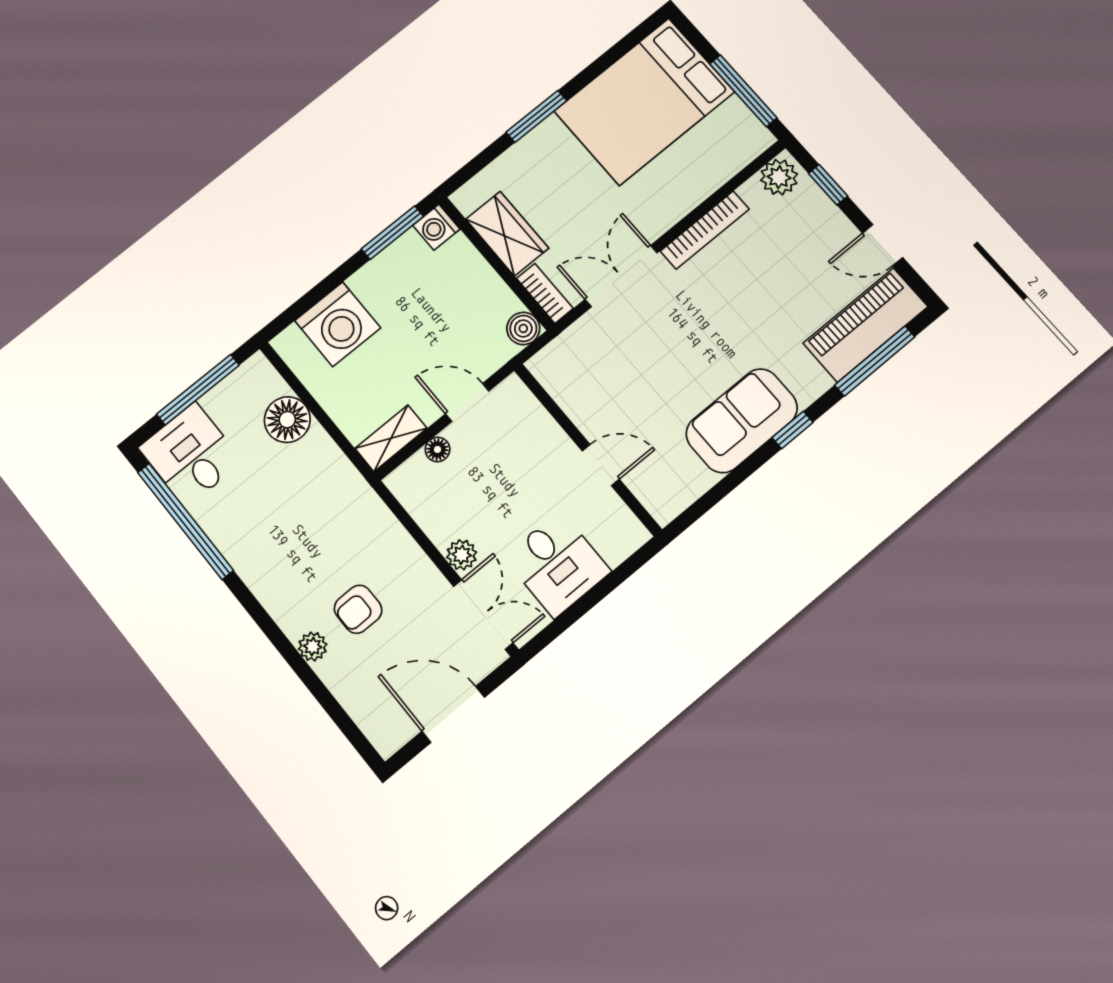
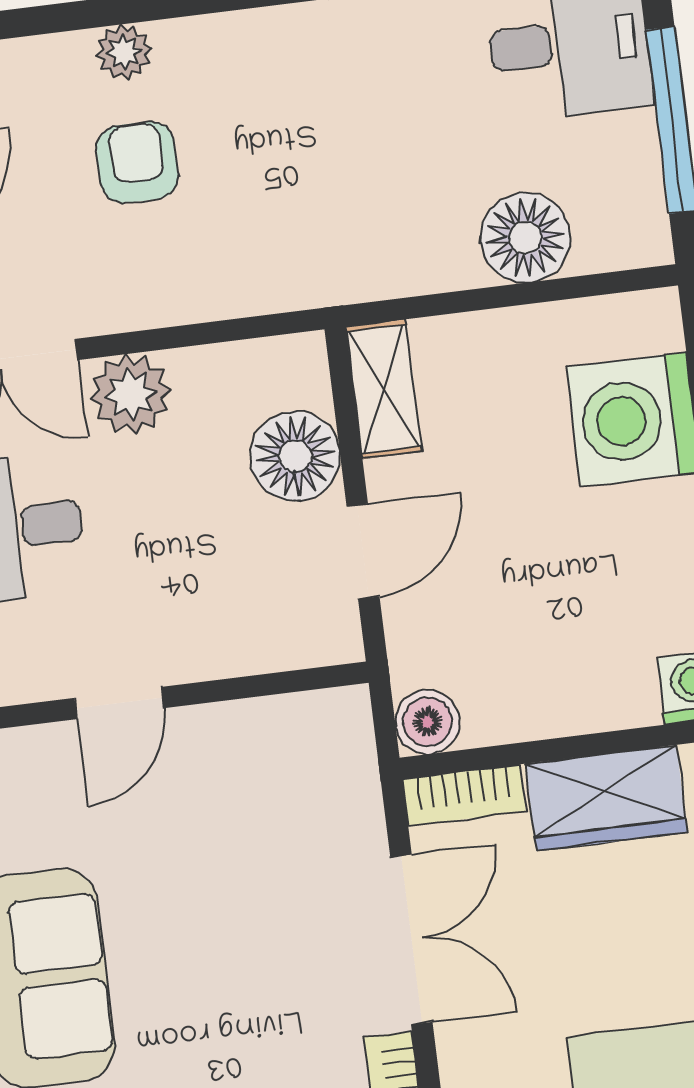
floor lamp: (438, 449) -> (295, 456), width x1.89, depth x1.89
plant: (462, 555) -> (130, 394), width x1.38, depth x1.38

